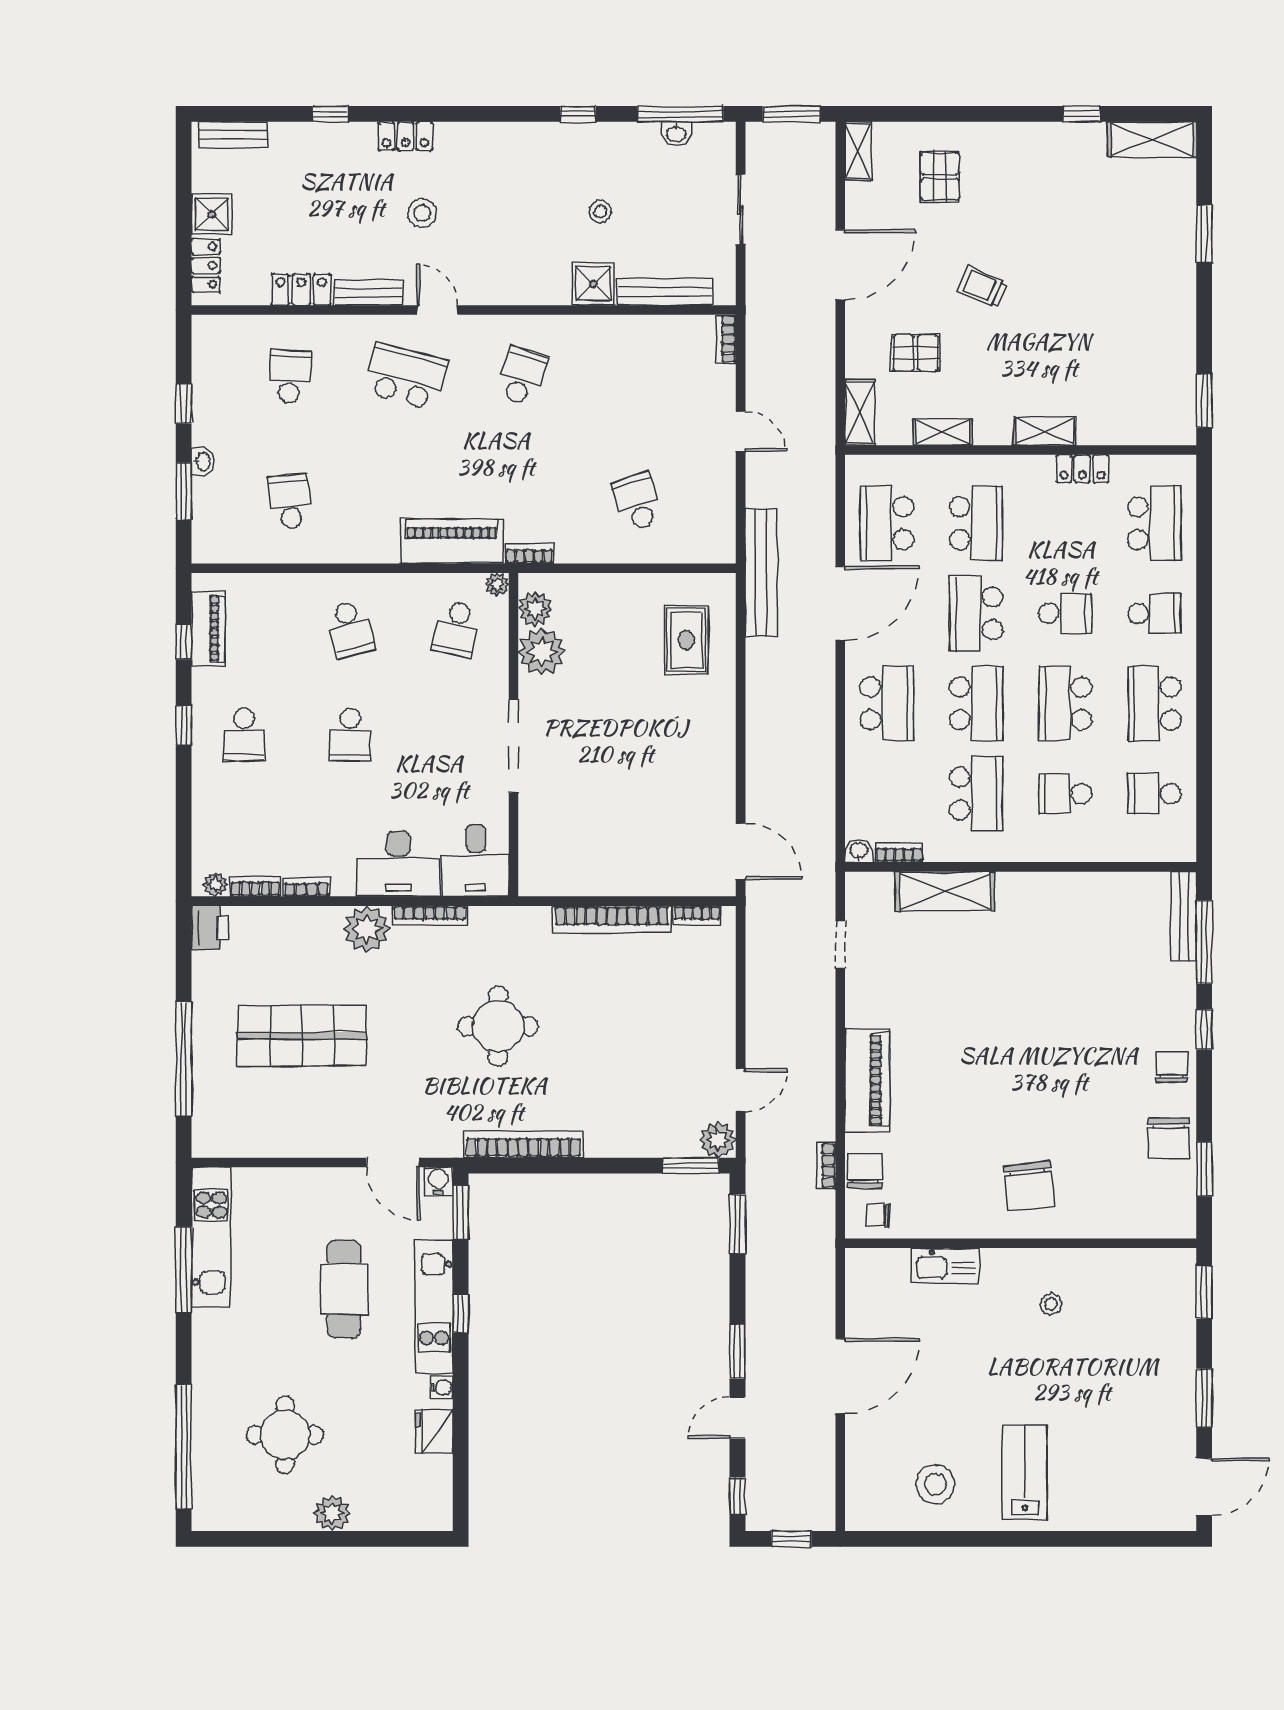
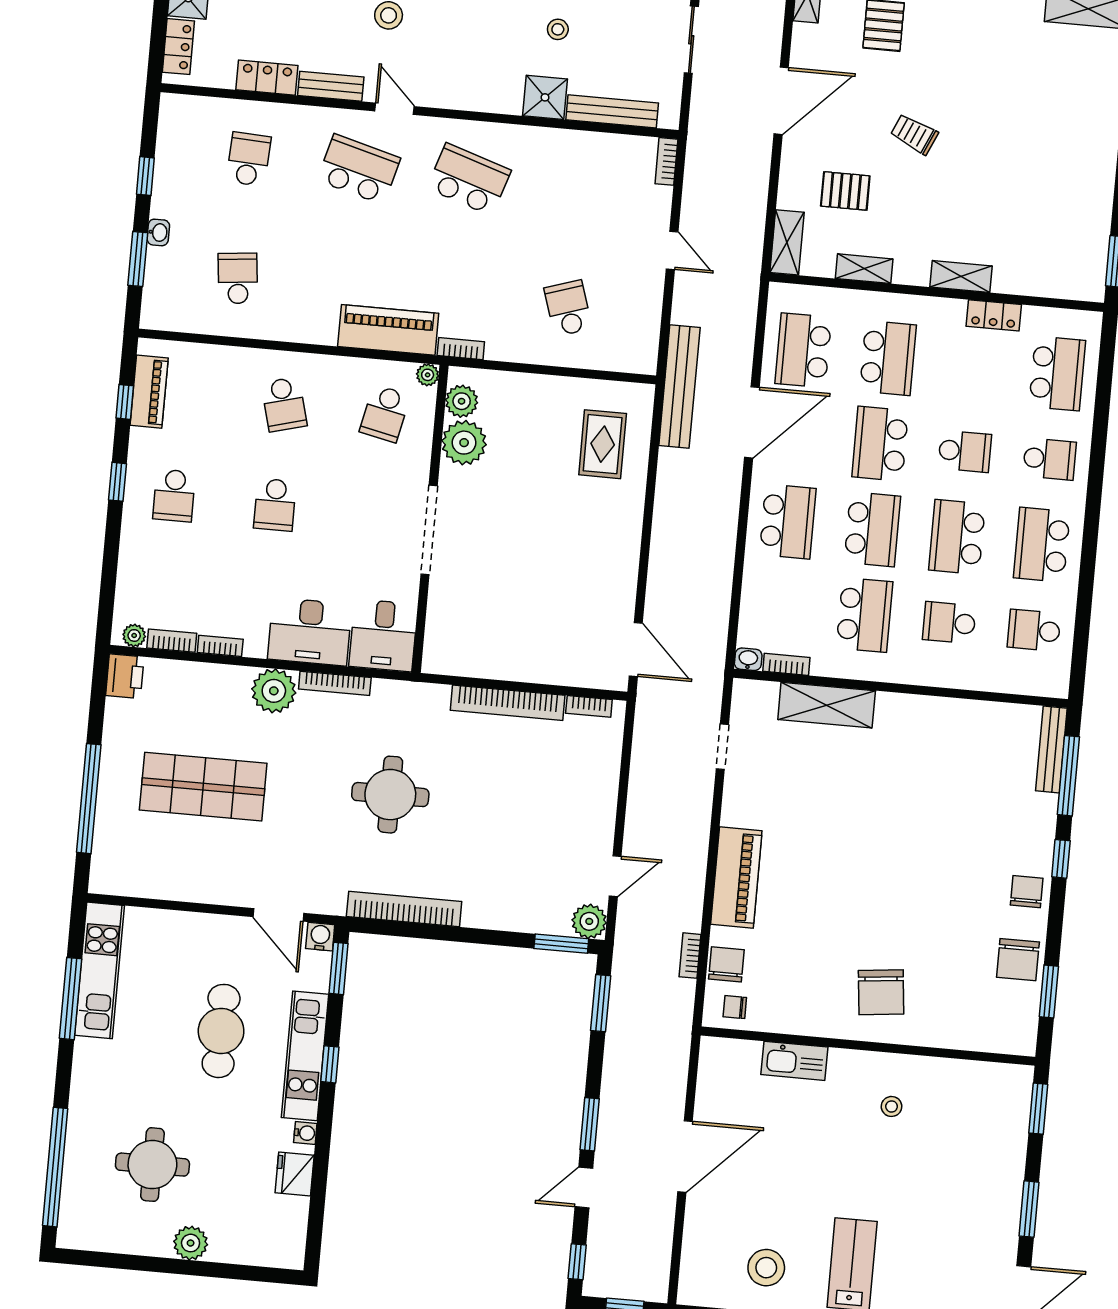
school desk: (522, 376) -> (469, 179), width x1.85

